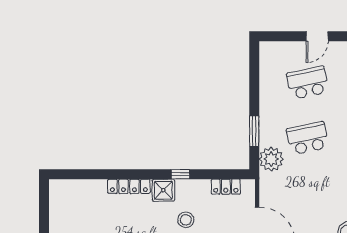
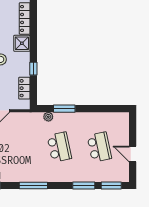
plant: (271, 159) -> (48, 117), width x0.53, depth x0.53
window: (180, 174) -> (33, 69), moved

